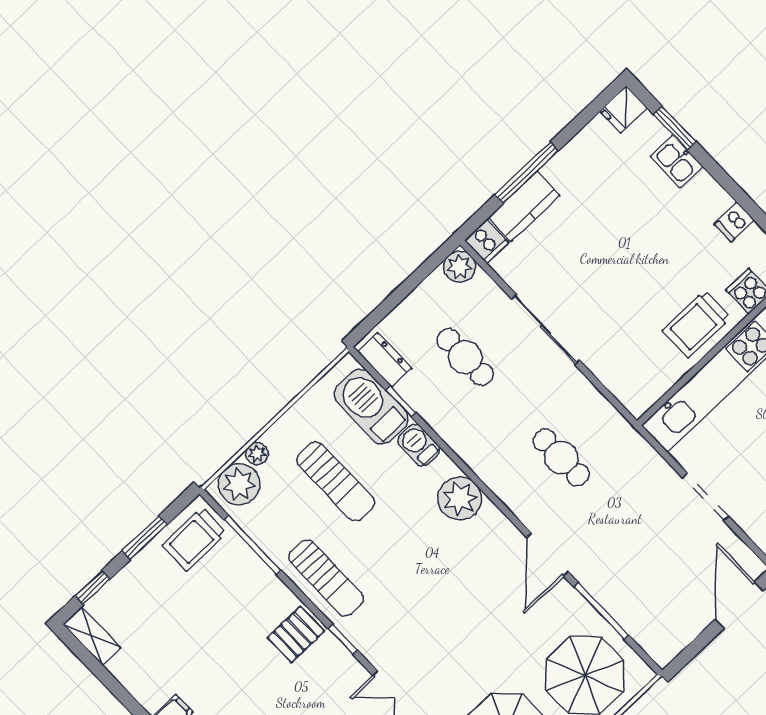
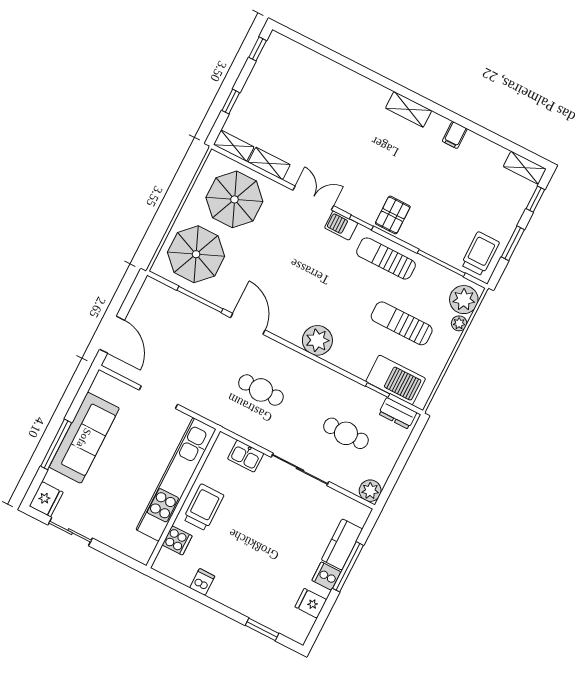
fridge: (624, 110) -> (311, 603), moved, turned -90
kitchen sink: (677, 161) -> (246, 456), moved, turned 180
cooker: (486, 241) -> (326, 576), moved
barbecue: (419, 445) -> (341, 226), moved, turned 180

